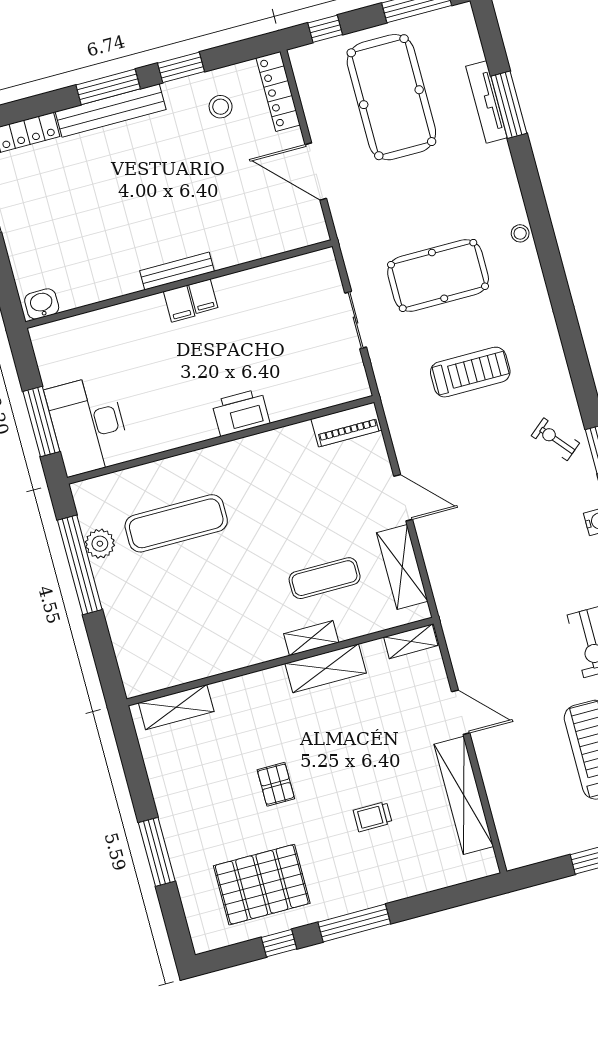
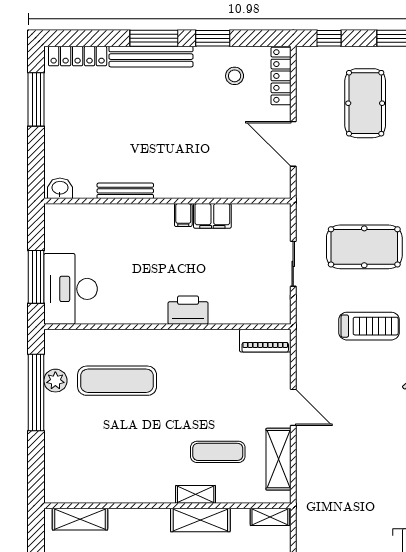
pool table: (391, 97) -> (365, 103), width x0.73, depth x0.76
bench: (177, 271) -> (125, 191), moved
filing cabinet: (179, 304) -> (212, 216), moved, width x2.00

